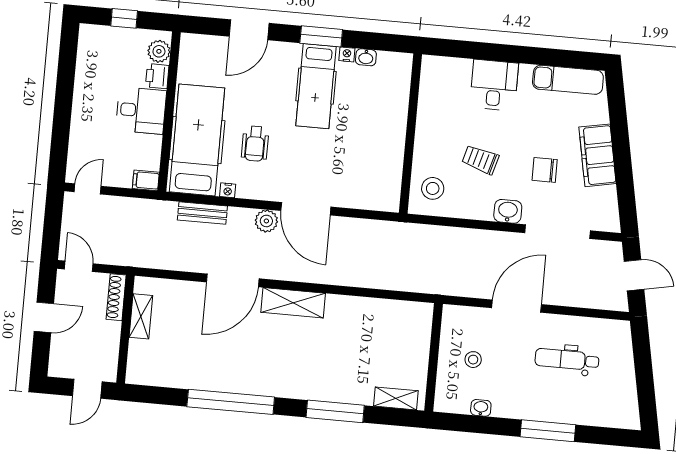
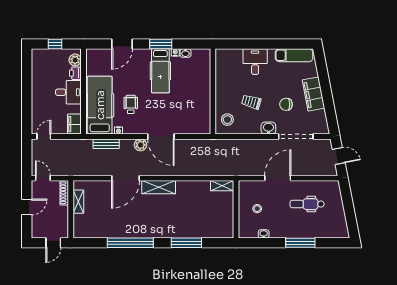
wheelchair: (255, 144) -> (131, 104), turned 180
filing cabinet: (146, 180) -> (74, 124), width x2.00
shelving: (396, 398) -> (222, 186), moved

